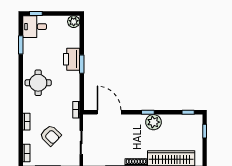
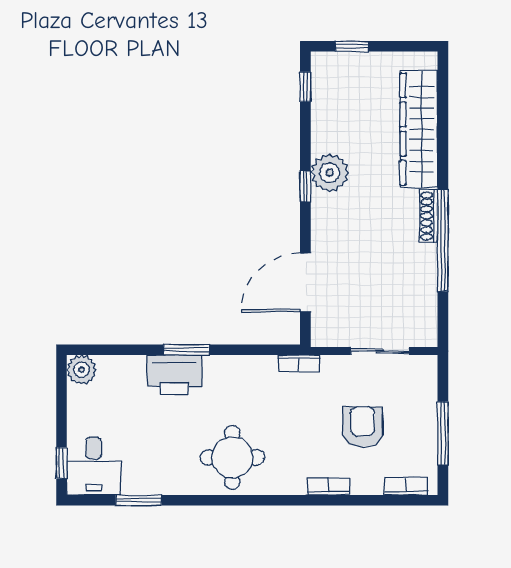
armchair: (50, 135) -> (362, 427), turned -44

